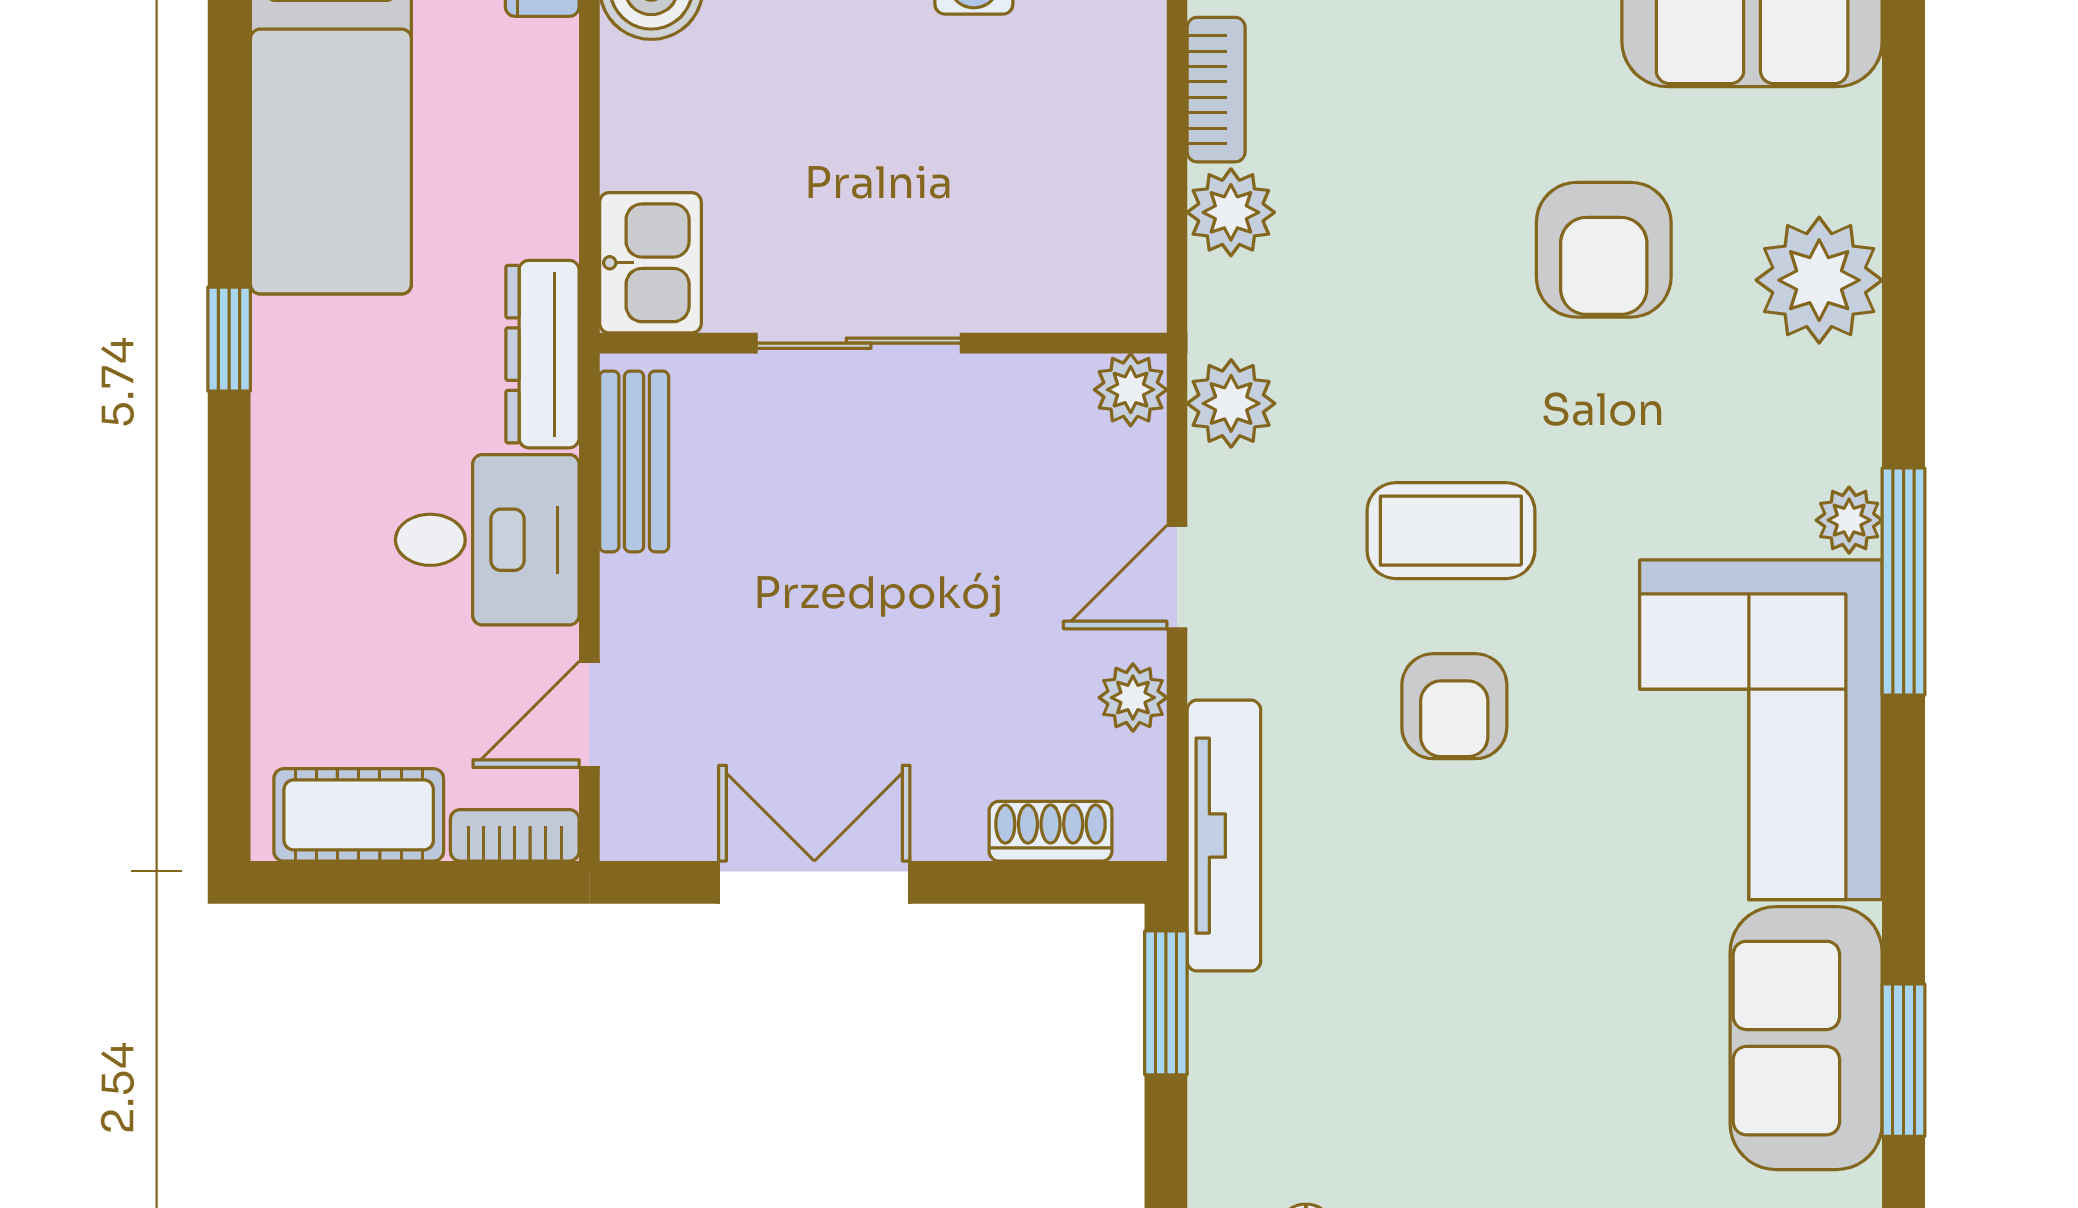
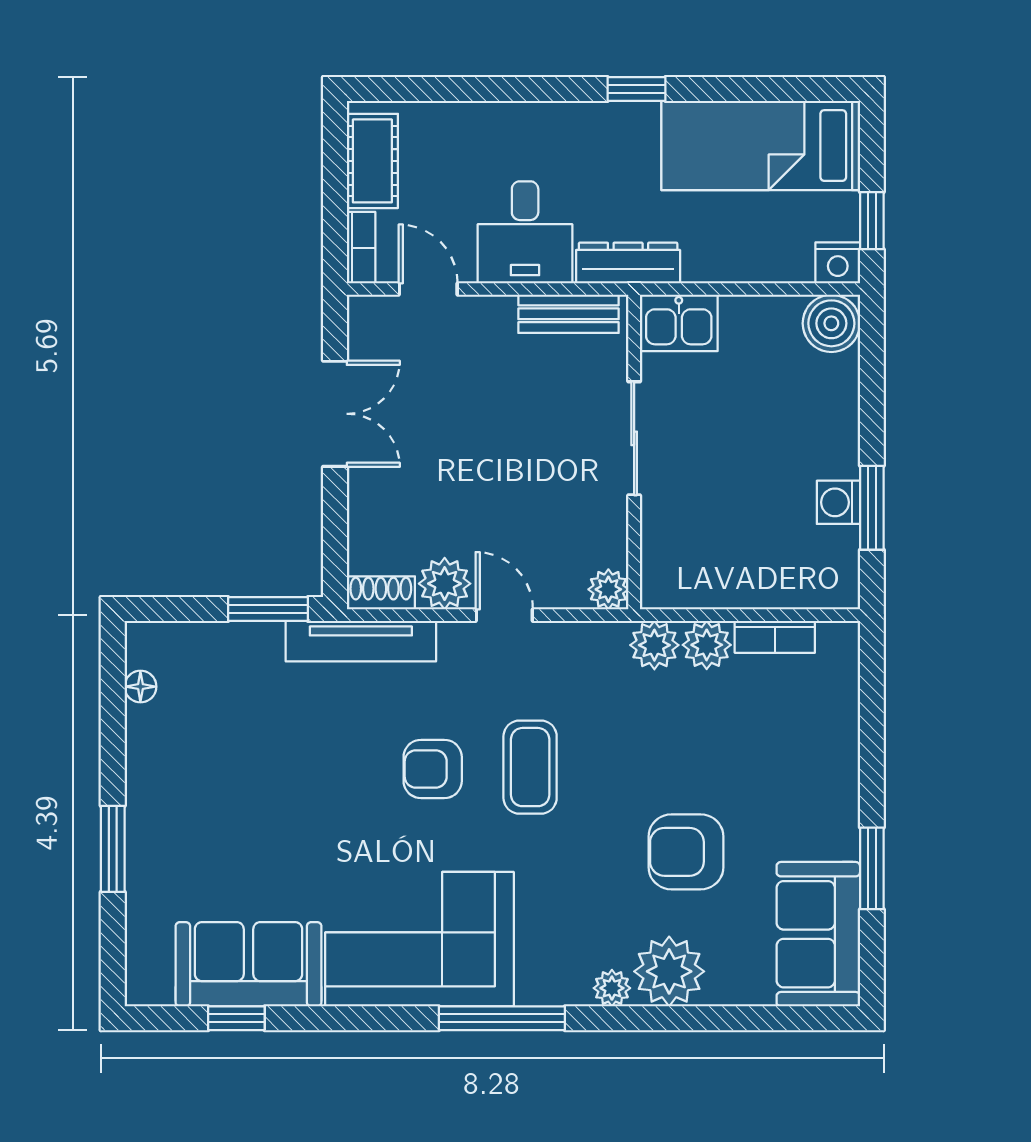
plant: (1231, 403) -> (654, 645), moved
plant: (1849, 520) -> (612, 988), moved
plant: (1133, 698) -> (445, 584), width x1.38, depth x1.38
shoe rack: (1051, 831) -> (381, 593), moved, turned -90
window: (1904, 1060) -> (236, 1018), width x0.67

